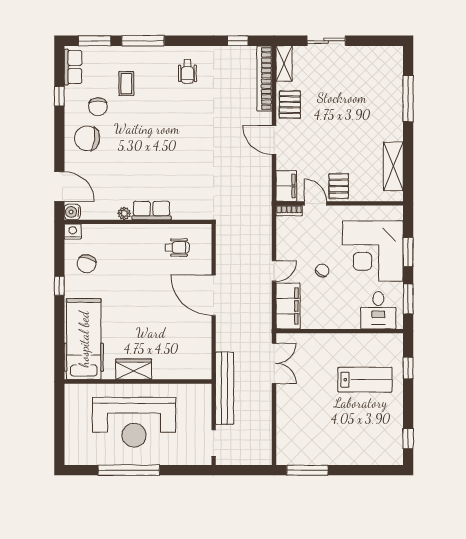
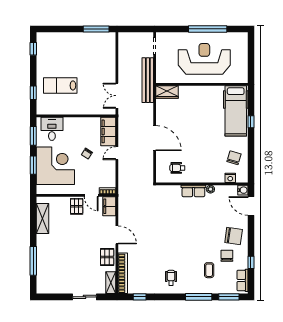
nightstand: (73, 232) -> (230, 178), moved
window: (59, 286) -> (251, 122), moved
wardrobe: (134, 369) -> (167, 92), moved

